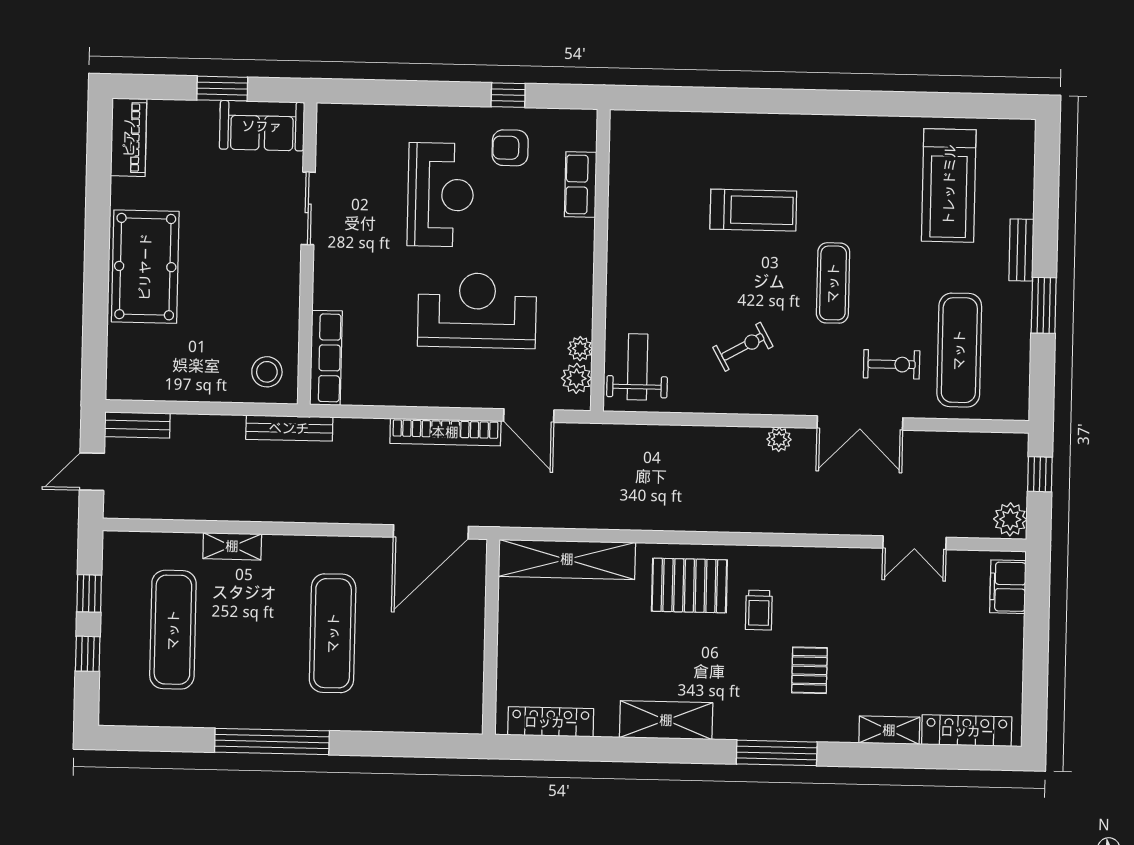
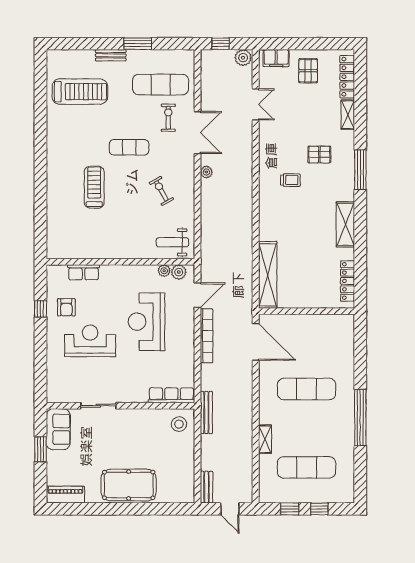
pallet: (689, 586) -> (308, 71), moved, width x0.67, depth x0.71

